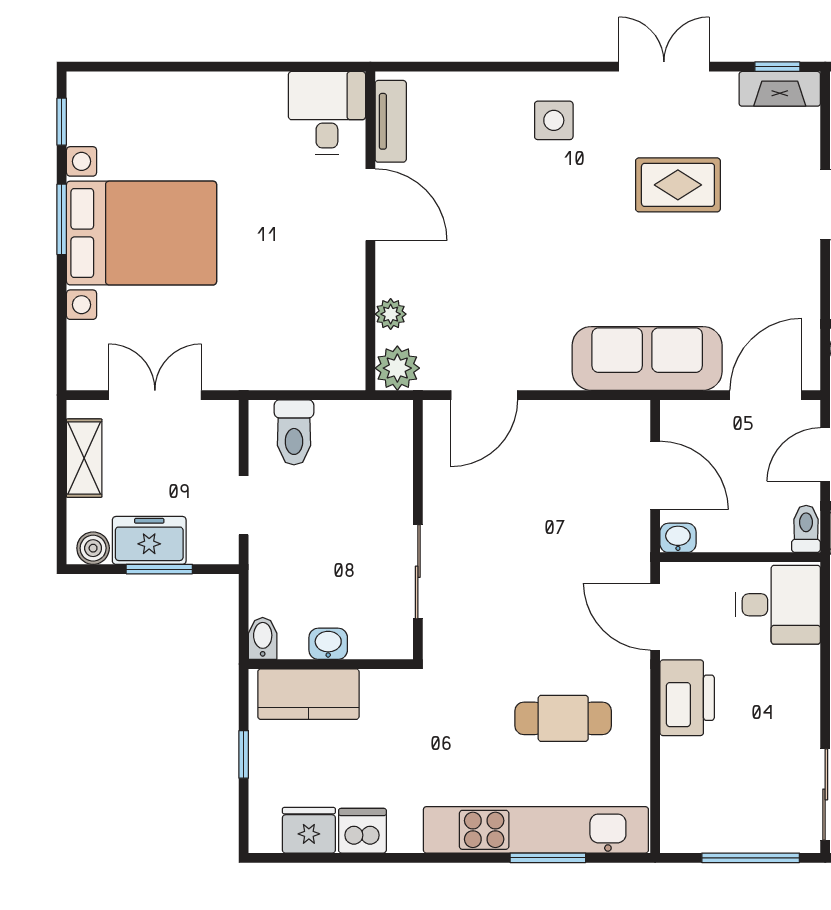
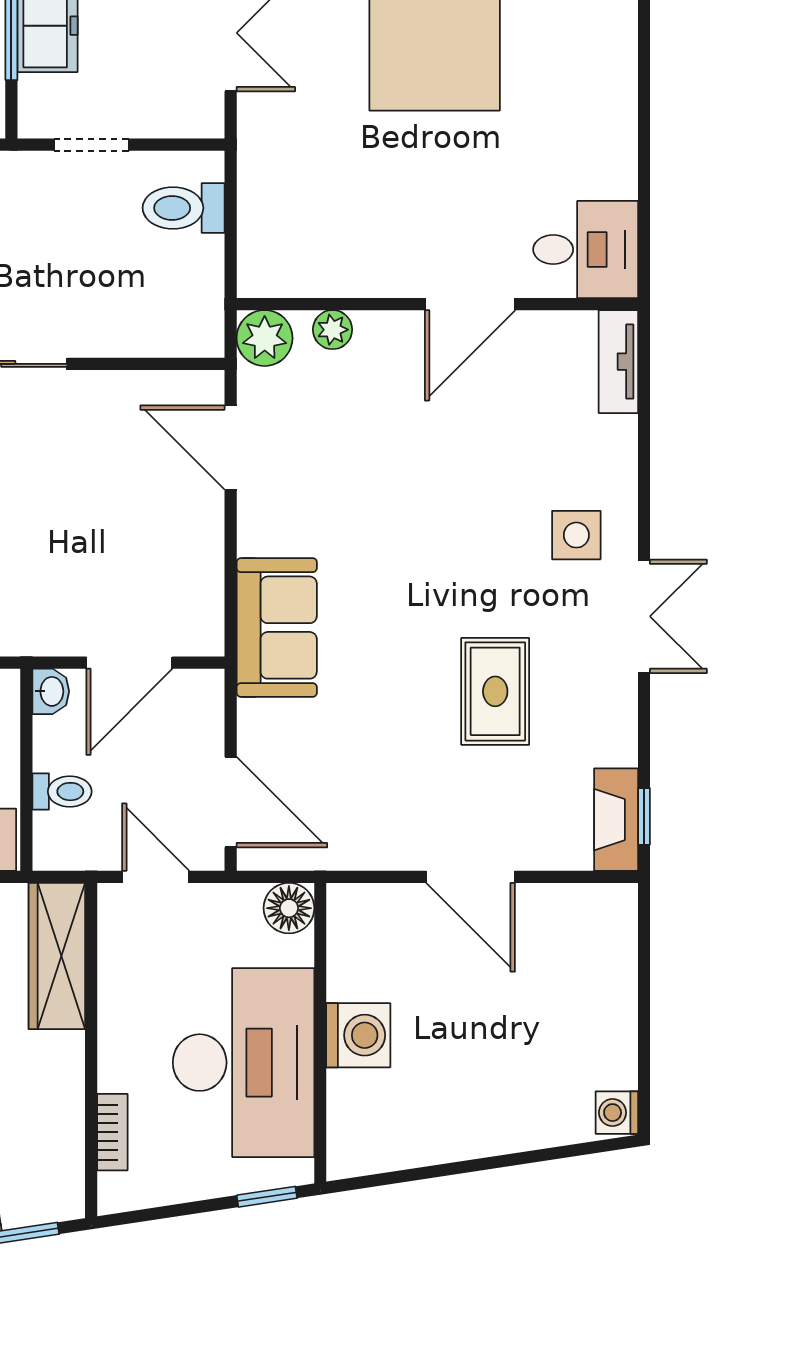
double door: (664, 67) -> (644, 616), moved
tv unit: (391, 121) -> (618, 362), moved, turned 90
sofa: (647, 358) -> (277, 628), width x0.73
toilet: (806, 529) -> (62, 792), moved

